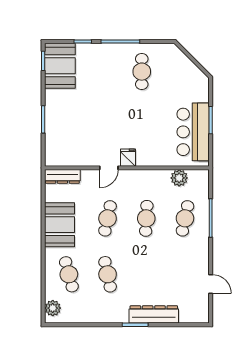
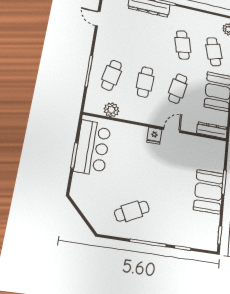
booth: (60, 66) -> (209, 192), moved
cafe table: (142, 72) -> (132, 211), turned 64

